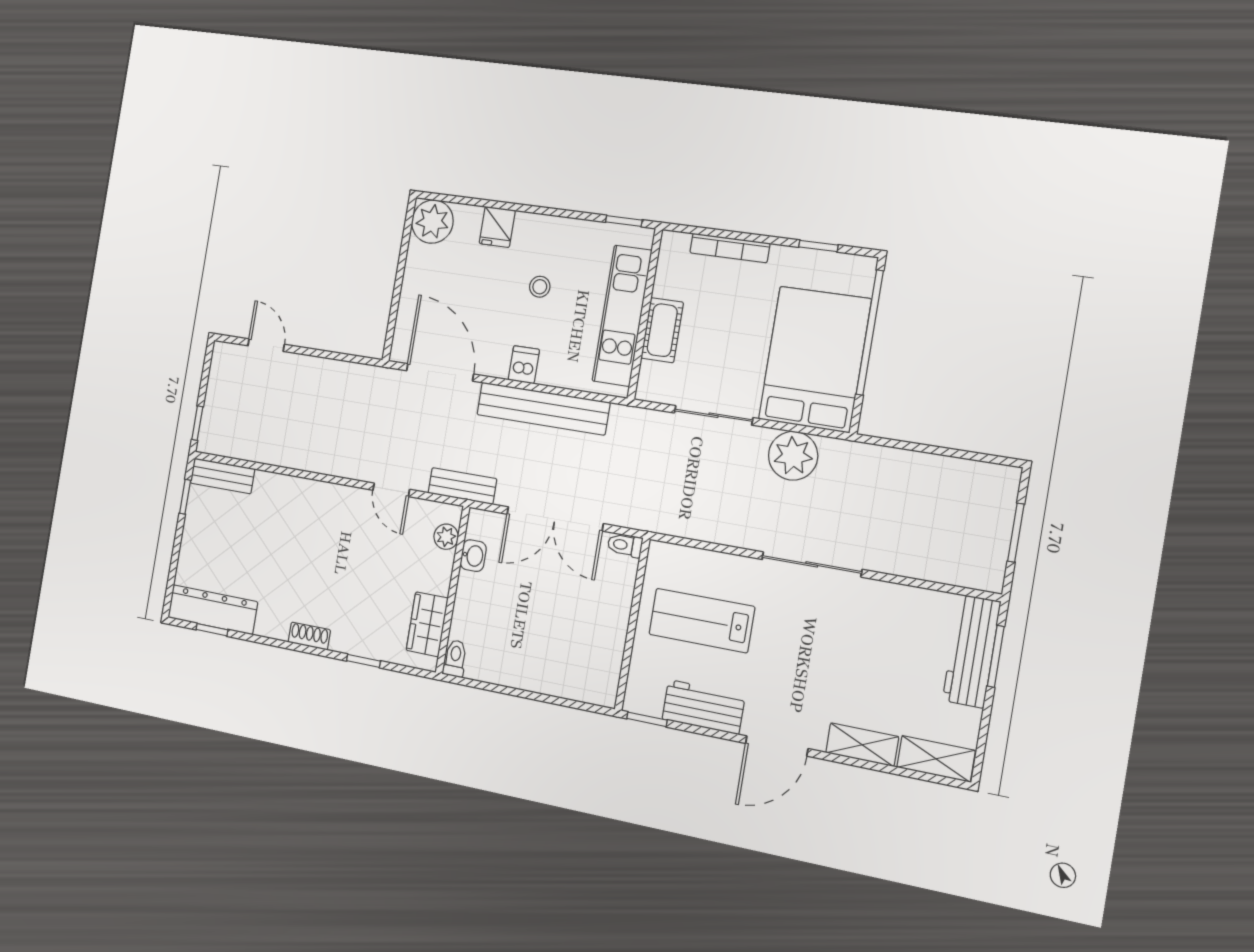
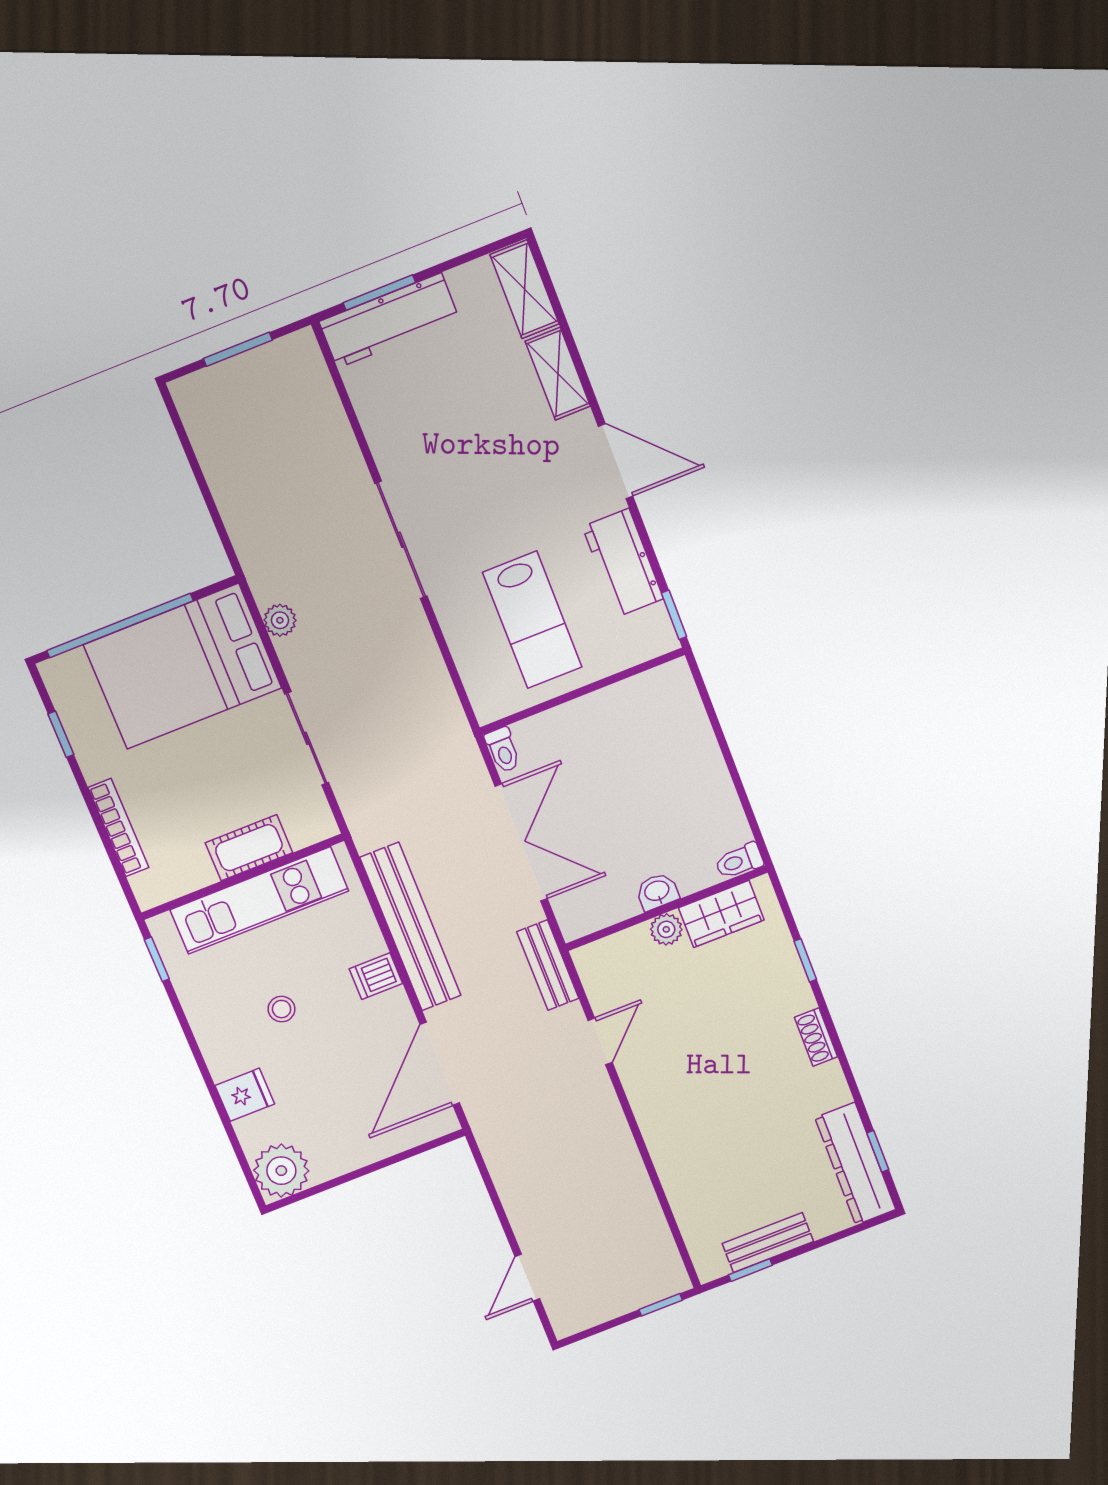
plant: (793, 456) -> (280, 620), width x0.53, depth x0.53
bench: (222, 476) -> (768, 1242), moved, turned 90
plant: (446, 537) -> (666, 929), moved
washbasin: (473, 556) -> (657, 892), moved

